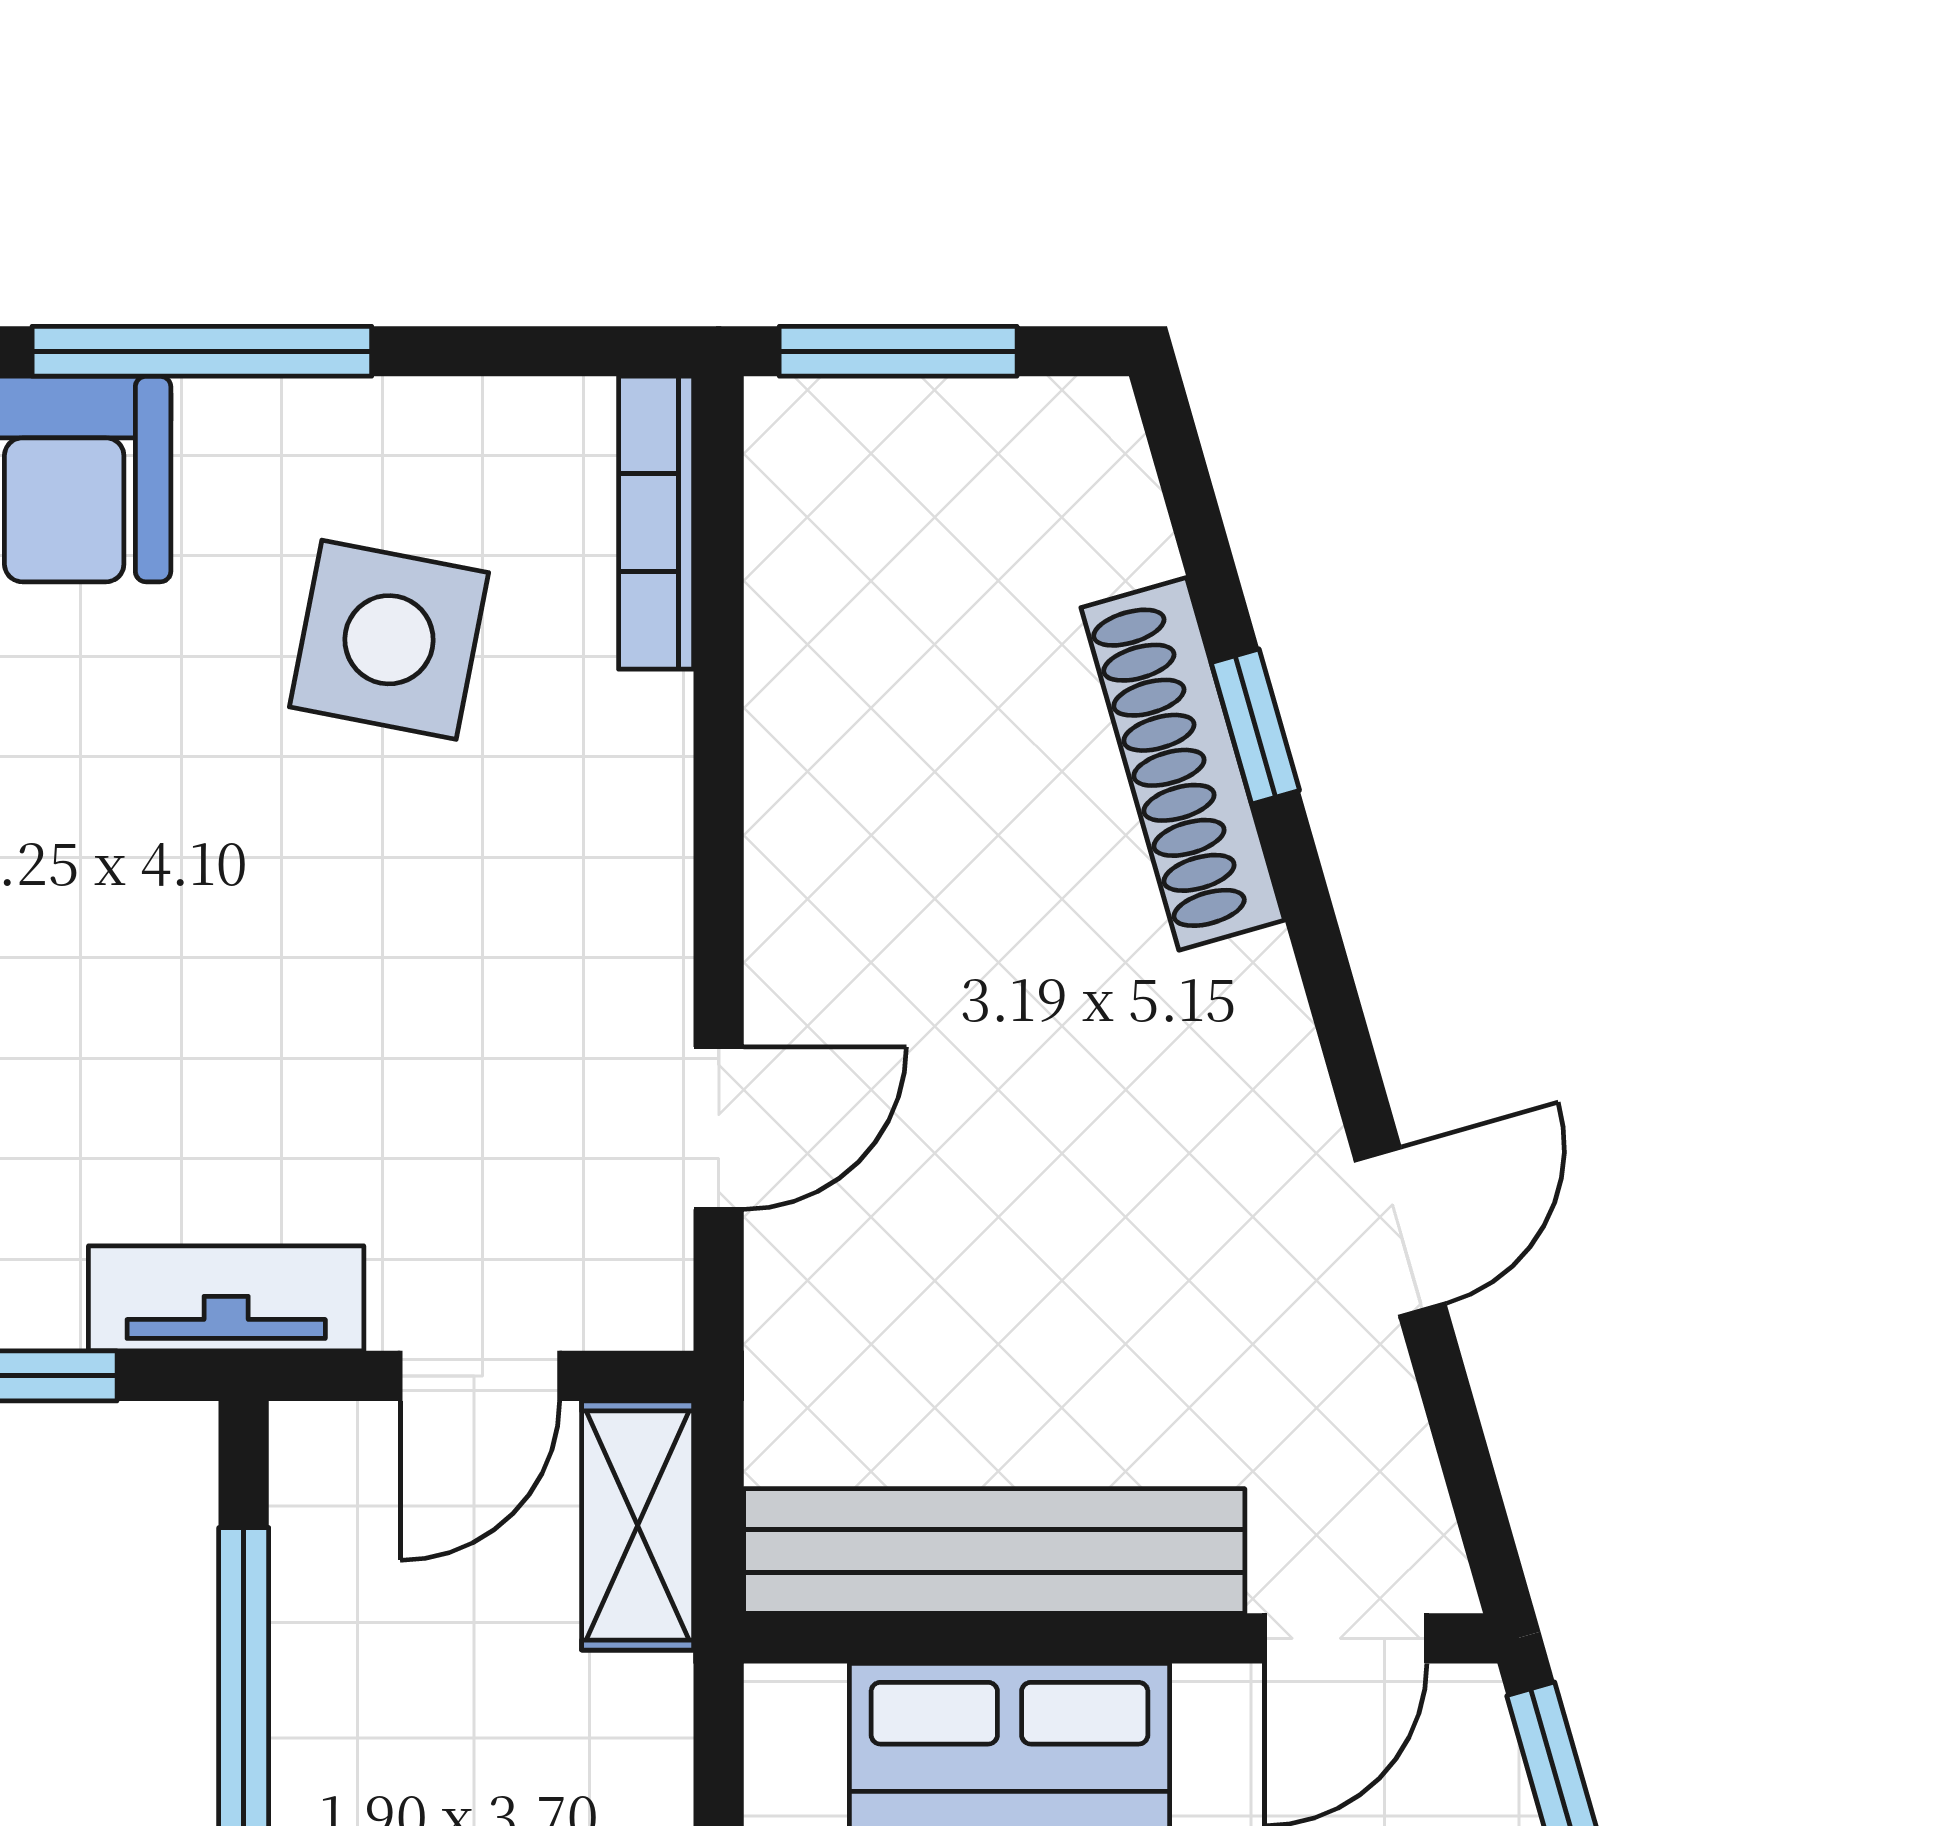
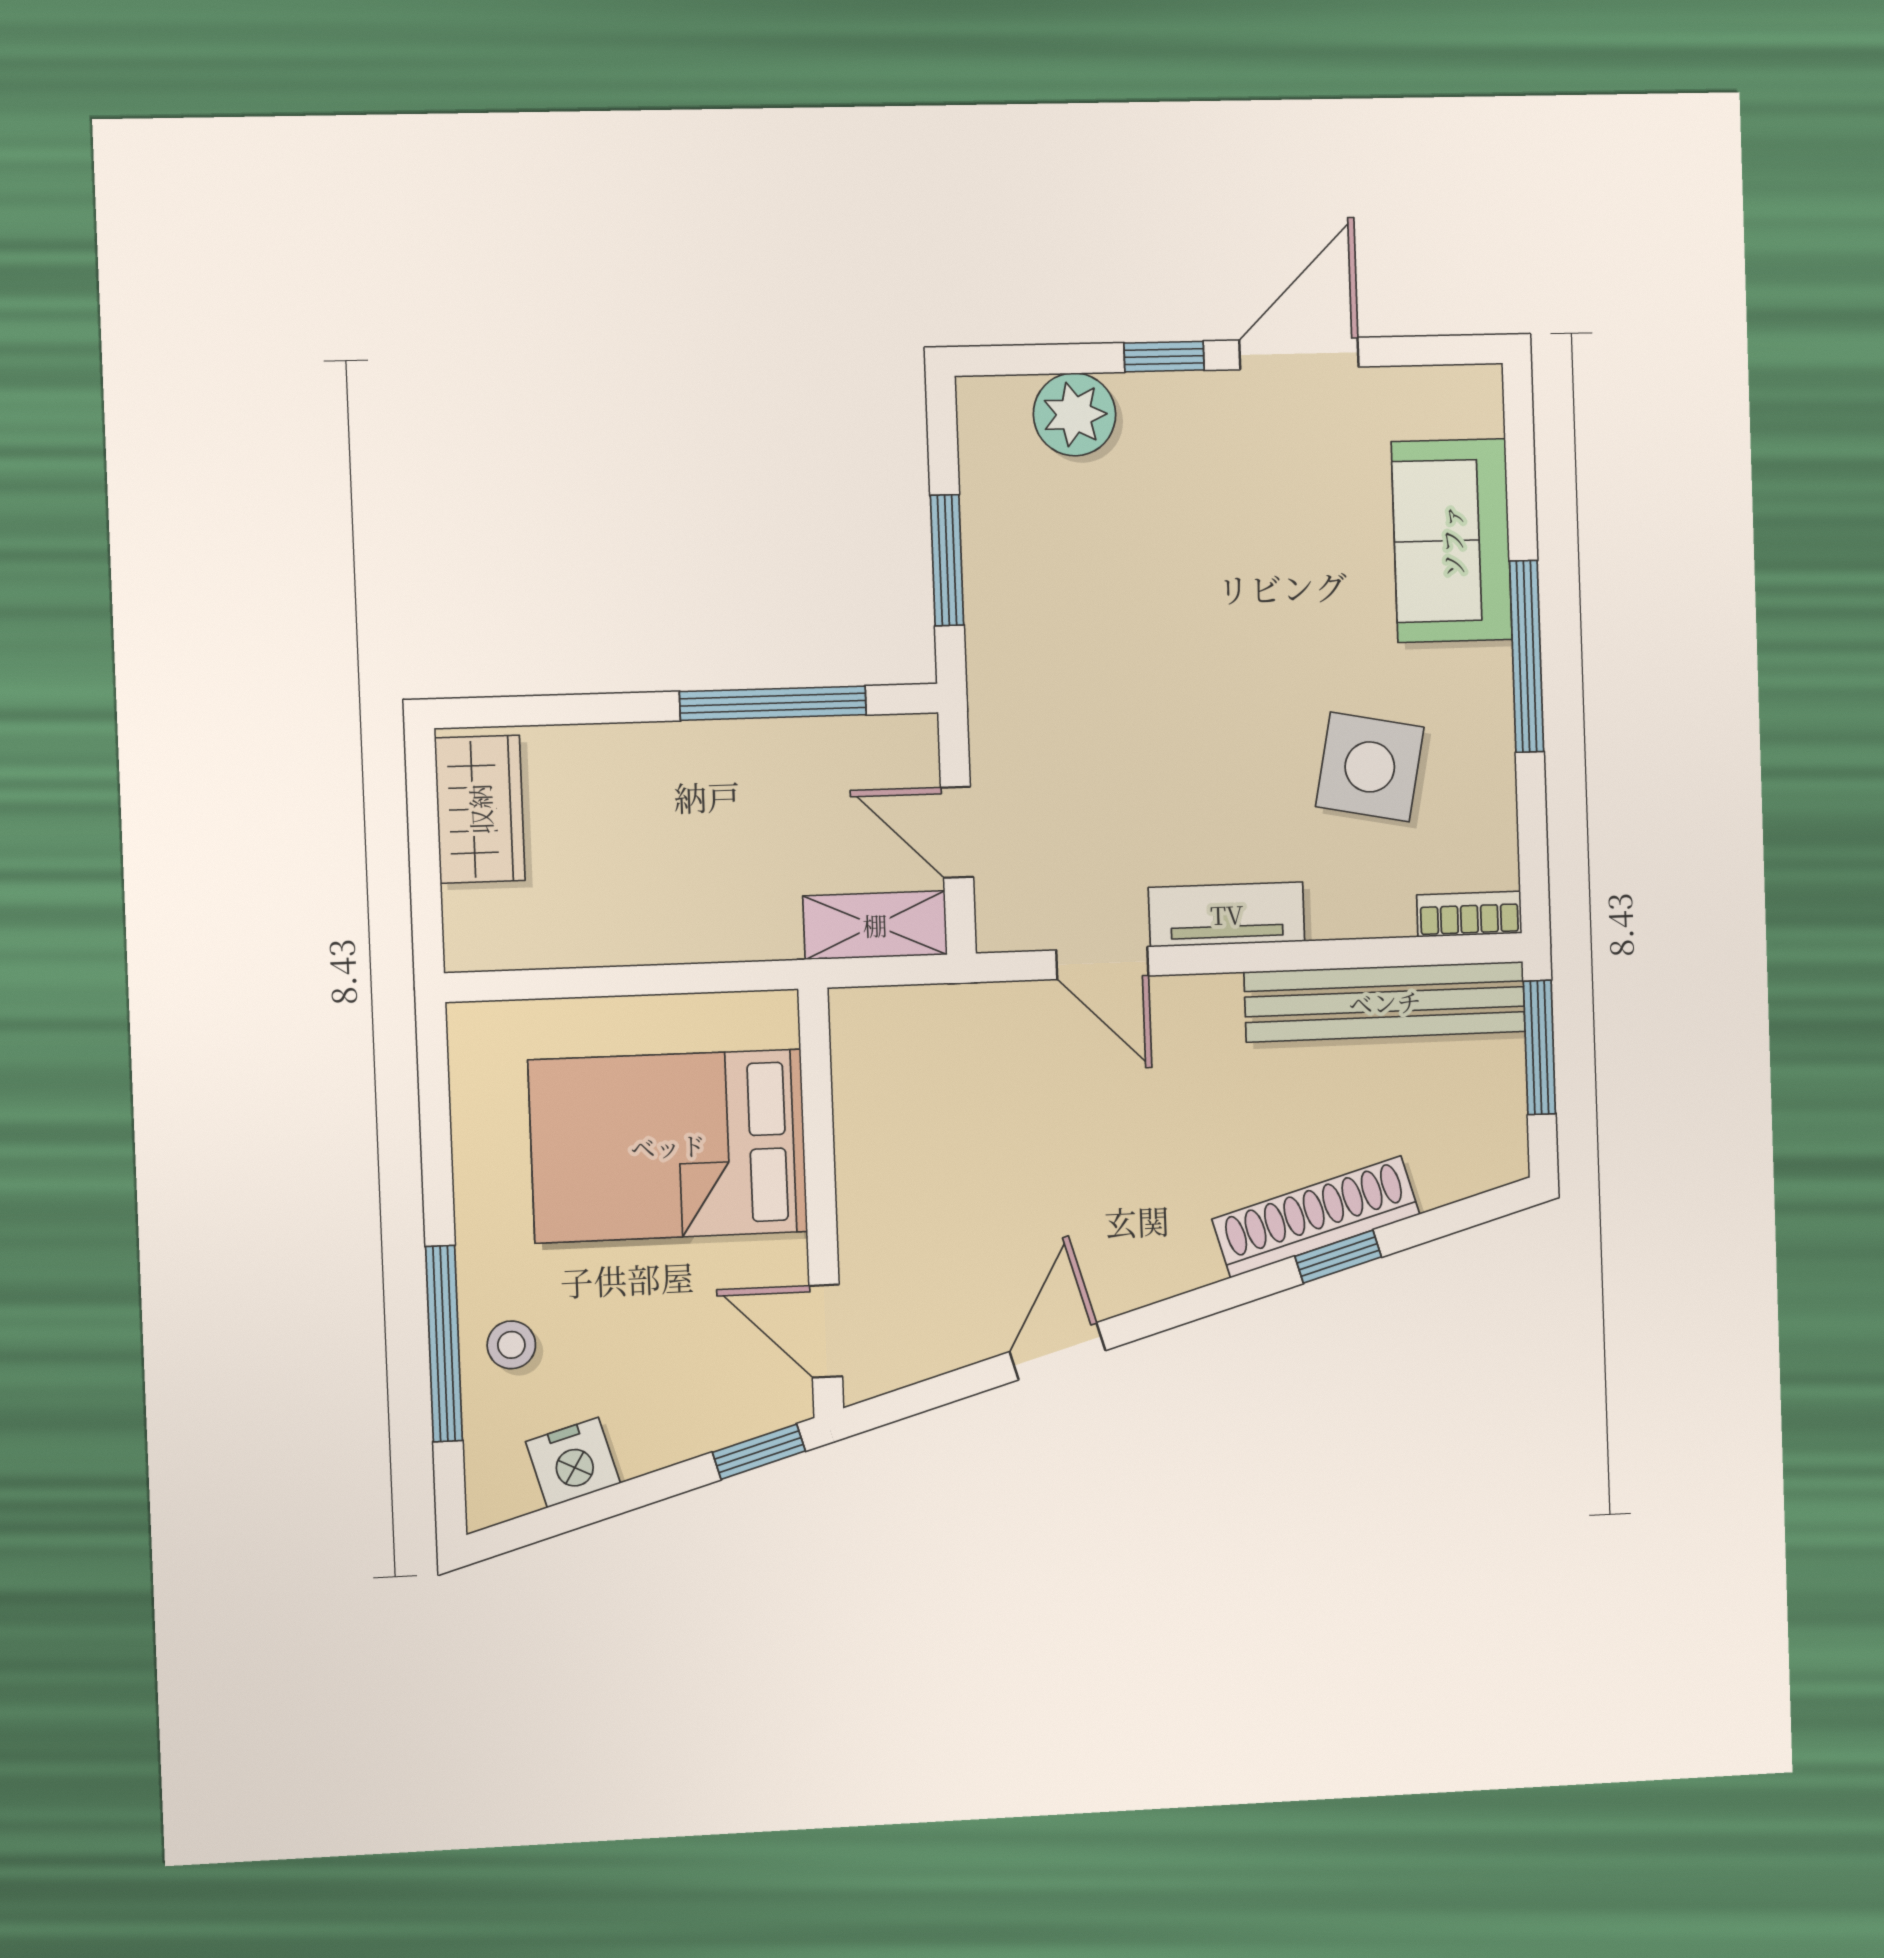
bookcase: (656, 523) -> (1469, 914), width x0.64
door: (1400, 1232) -> (1058, 1351), swing flipped
tv unit: (226, 1298) -> (1227, 914), moved, turned -90
bench: (994, 1551) -> (1385, 1002), moved, turned 90

